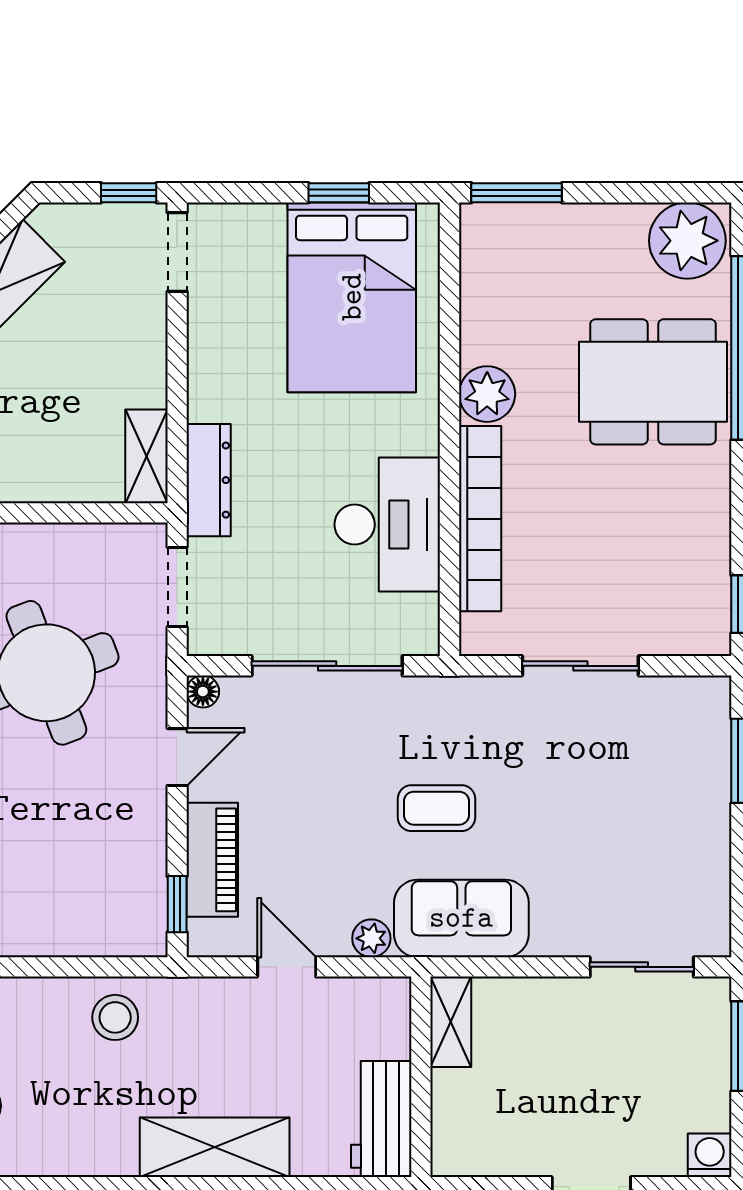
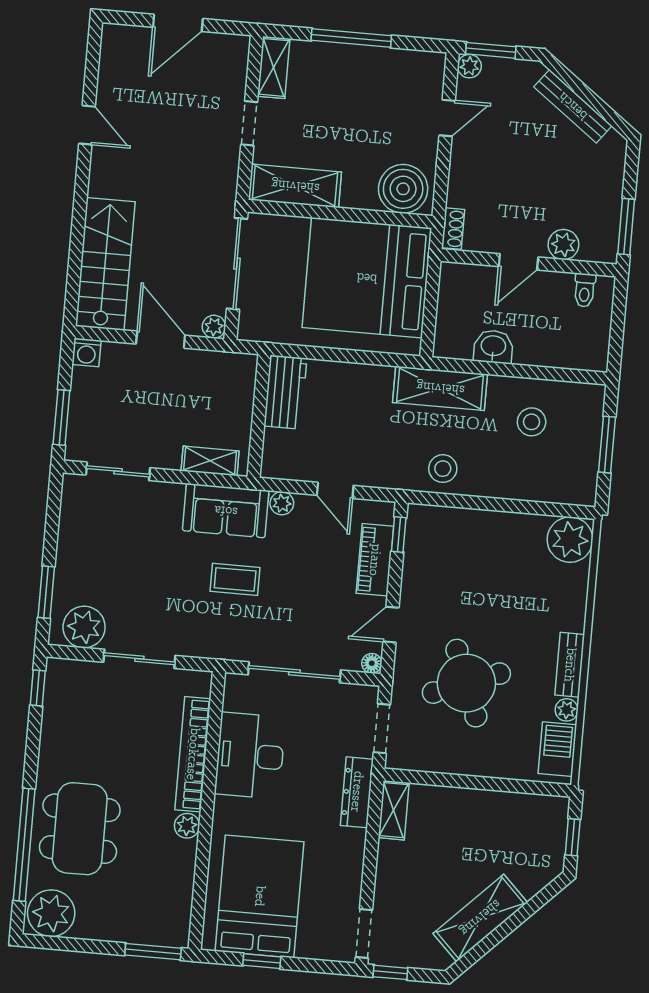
dining table: (653, 382) -> (80, 829), turned 90
plant: (487, 394) -> (187, 826), width x0.73, depth x0.73
plant: (675, 709) -> (84, 627), added
shelving: (451, 1022) -> (210, 461), moved, turned 90
shelving: (215, 1147) -> (440, 388), moved

